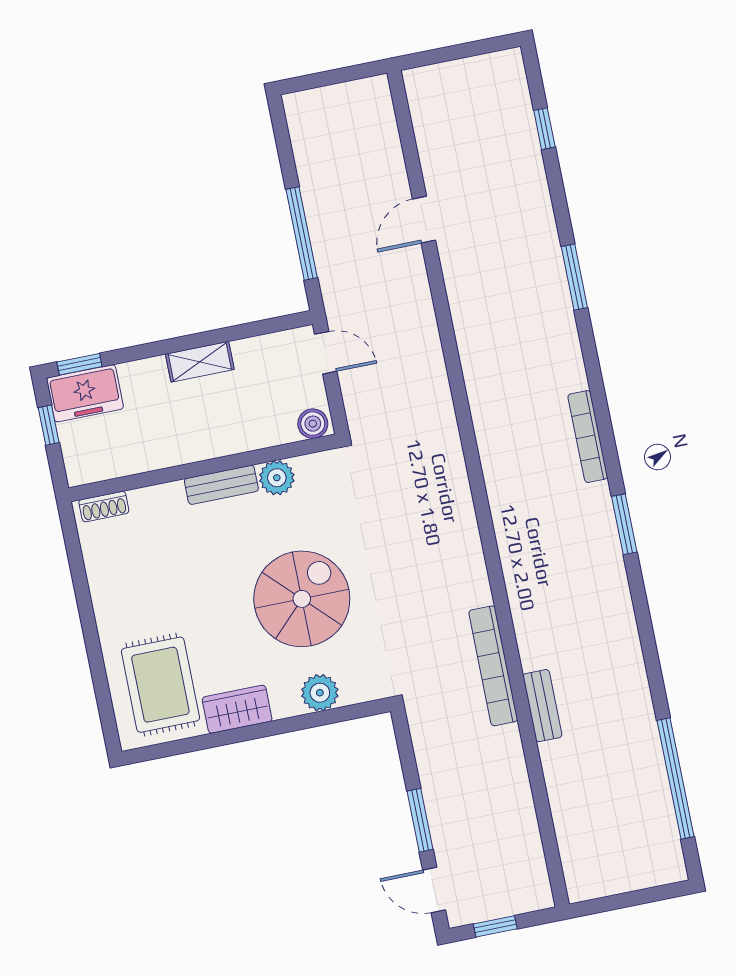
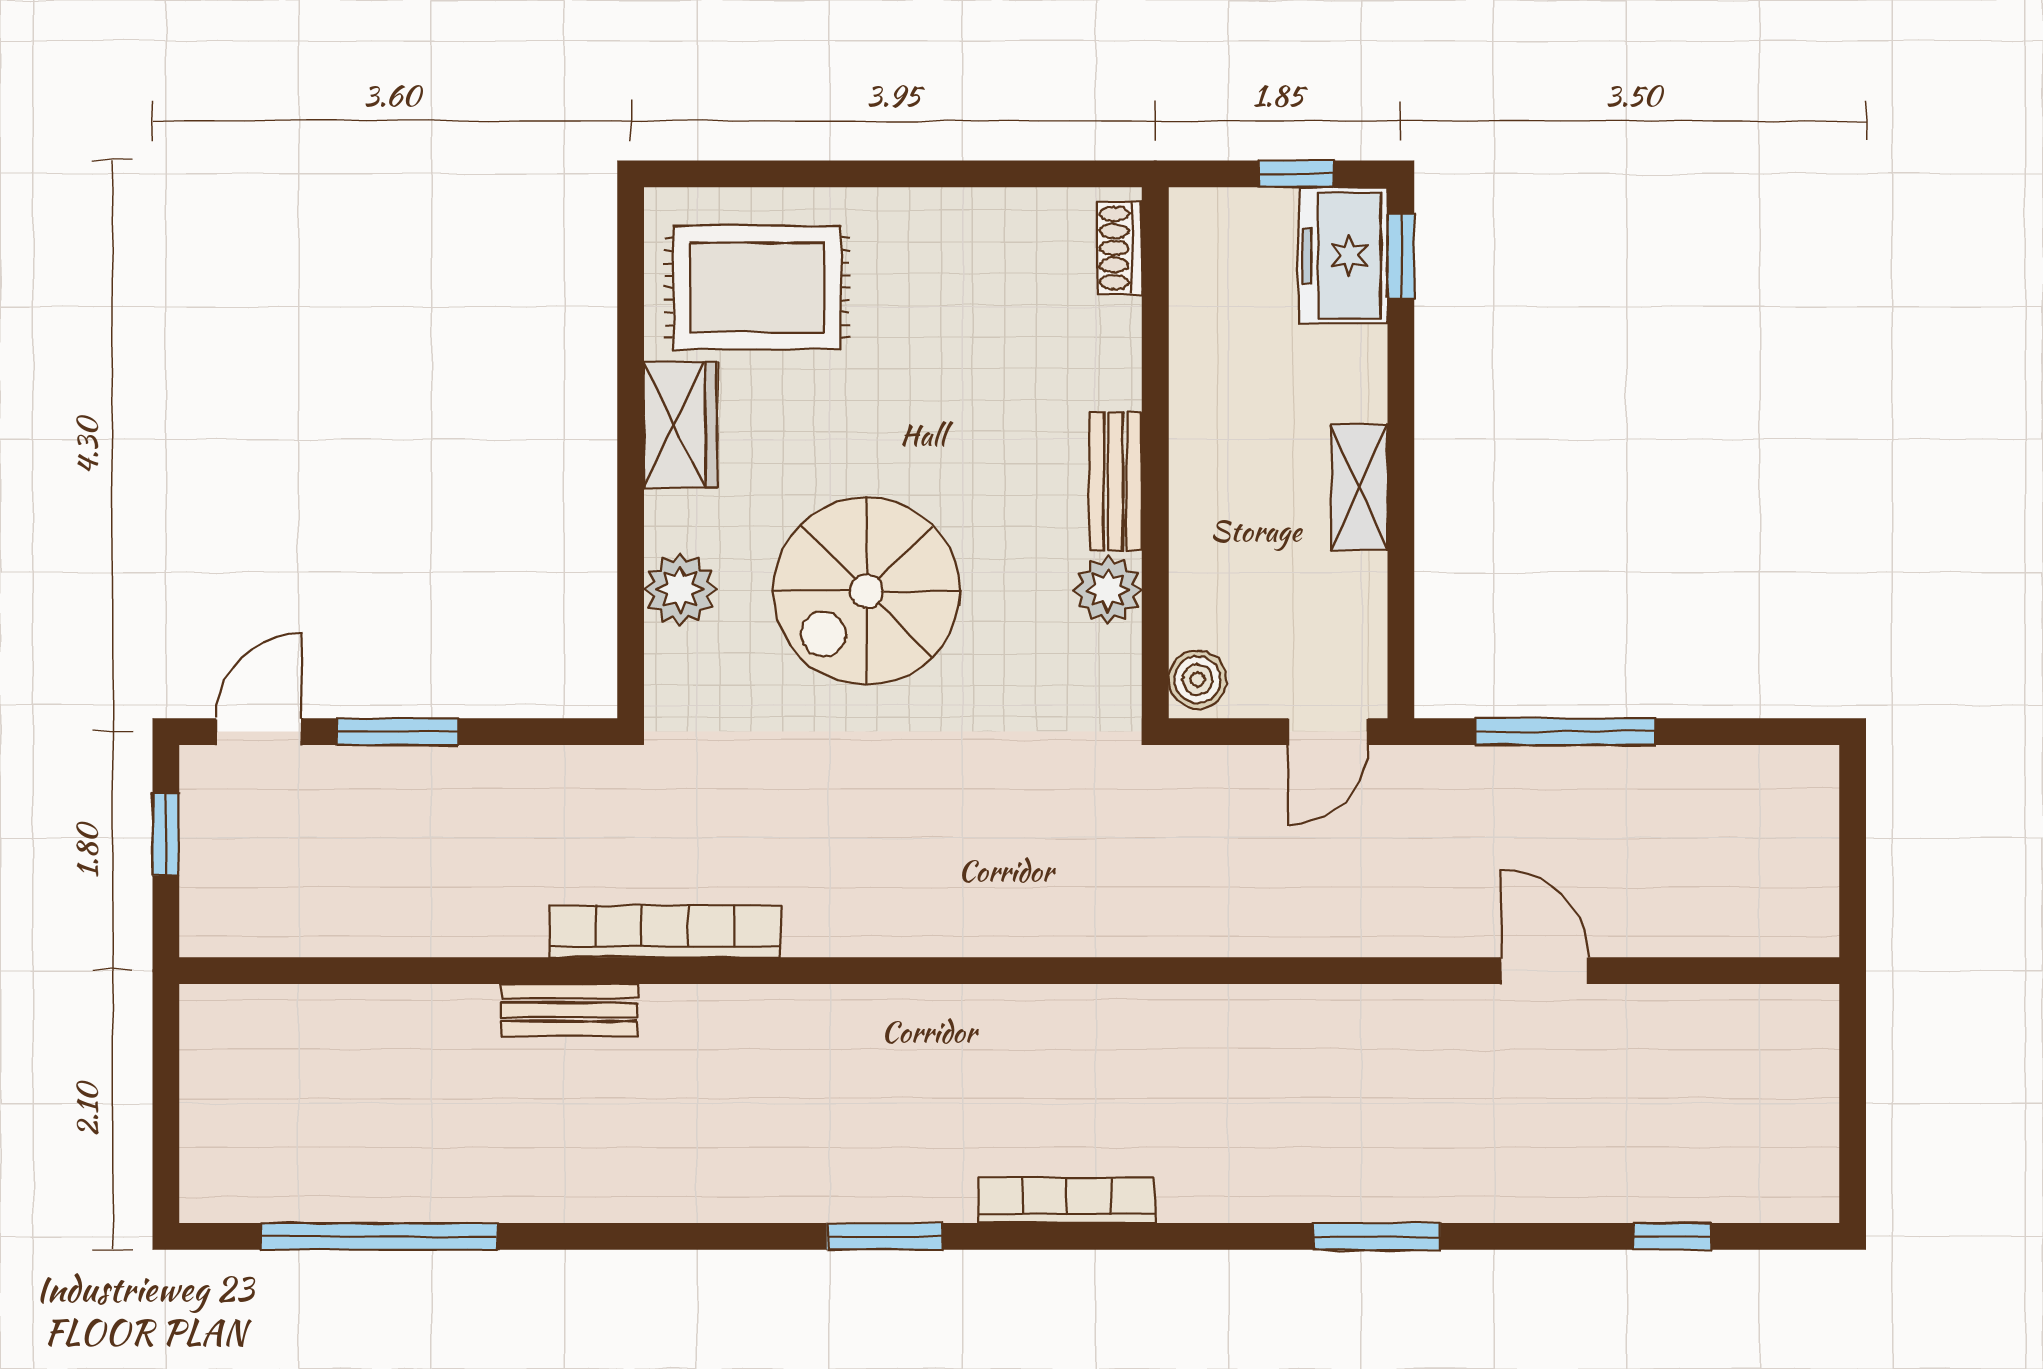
spiral stairs: (302, 599) -> (866, 591), turned 90

